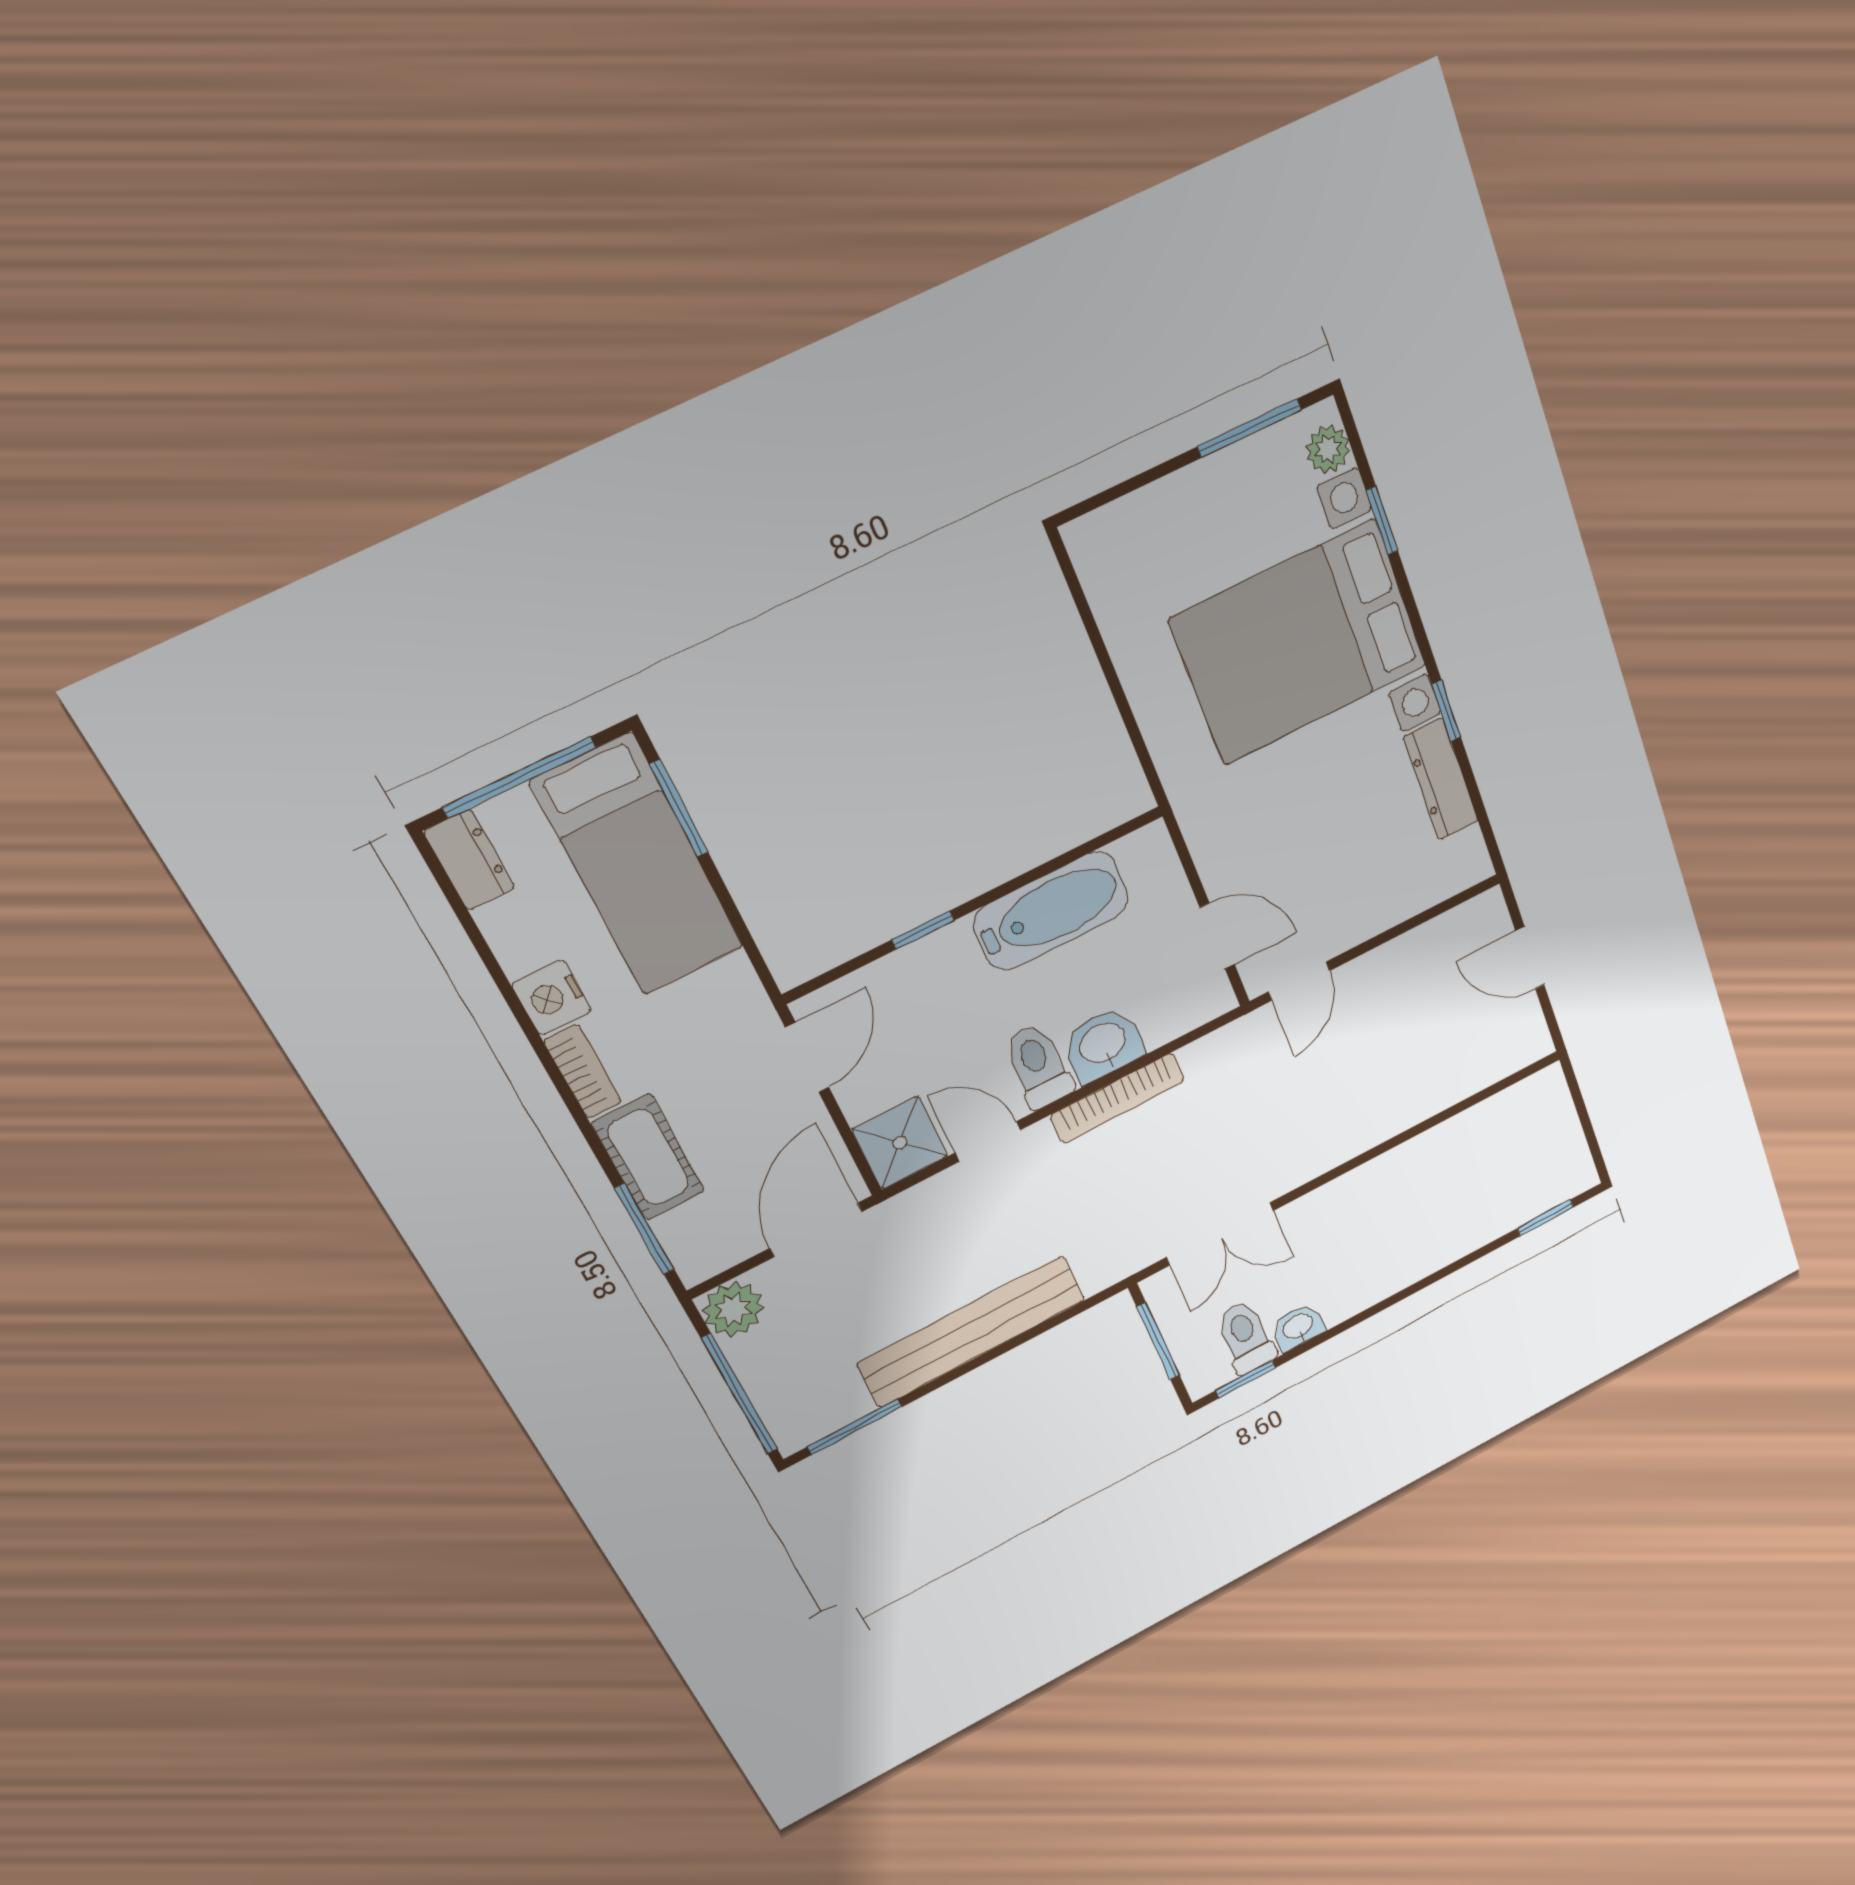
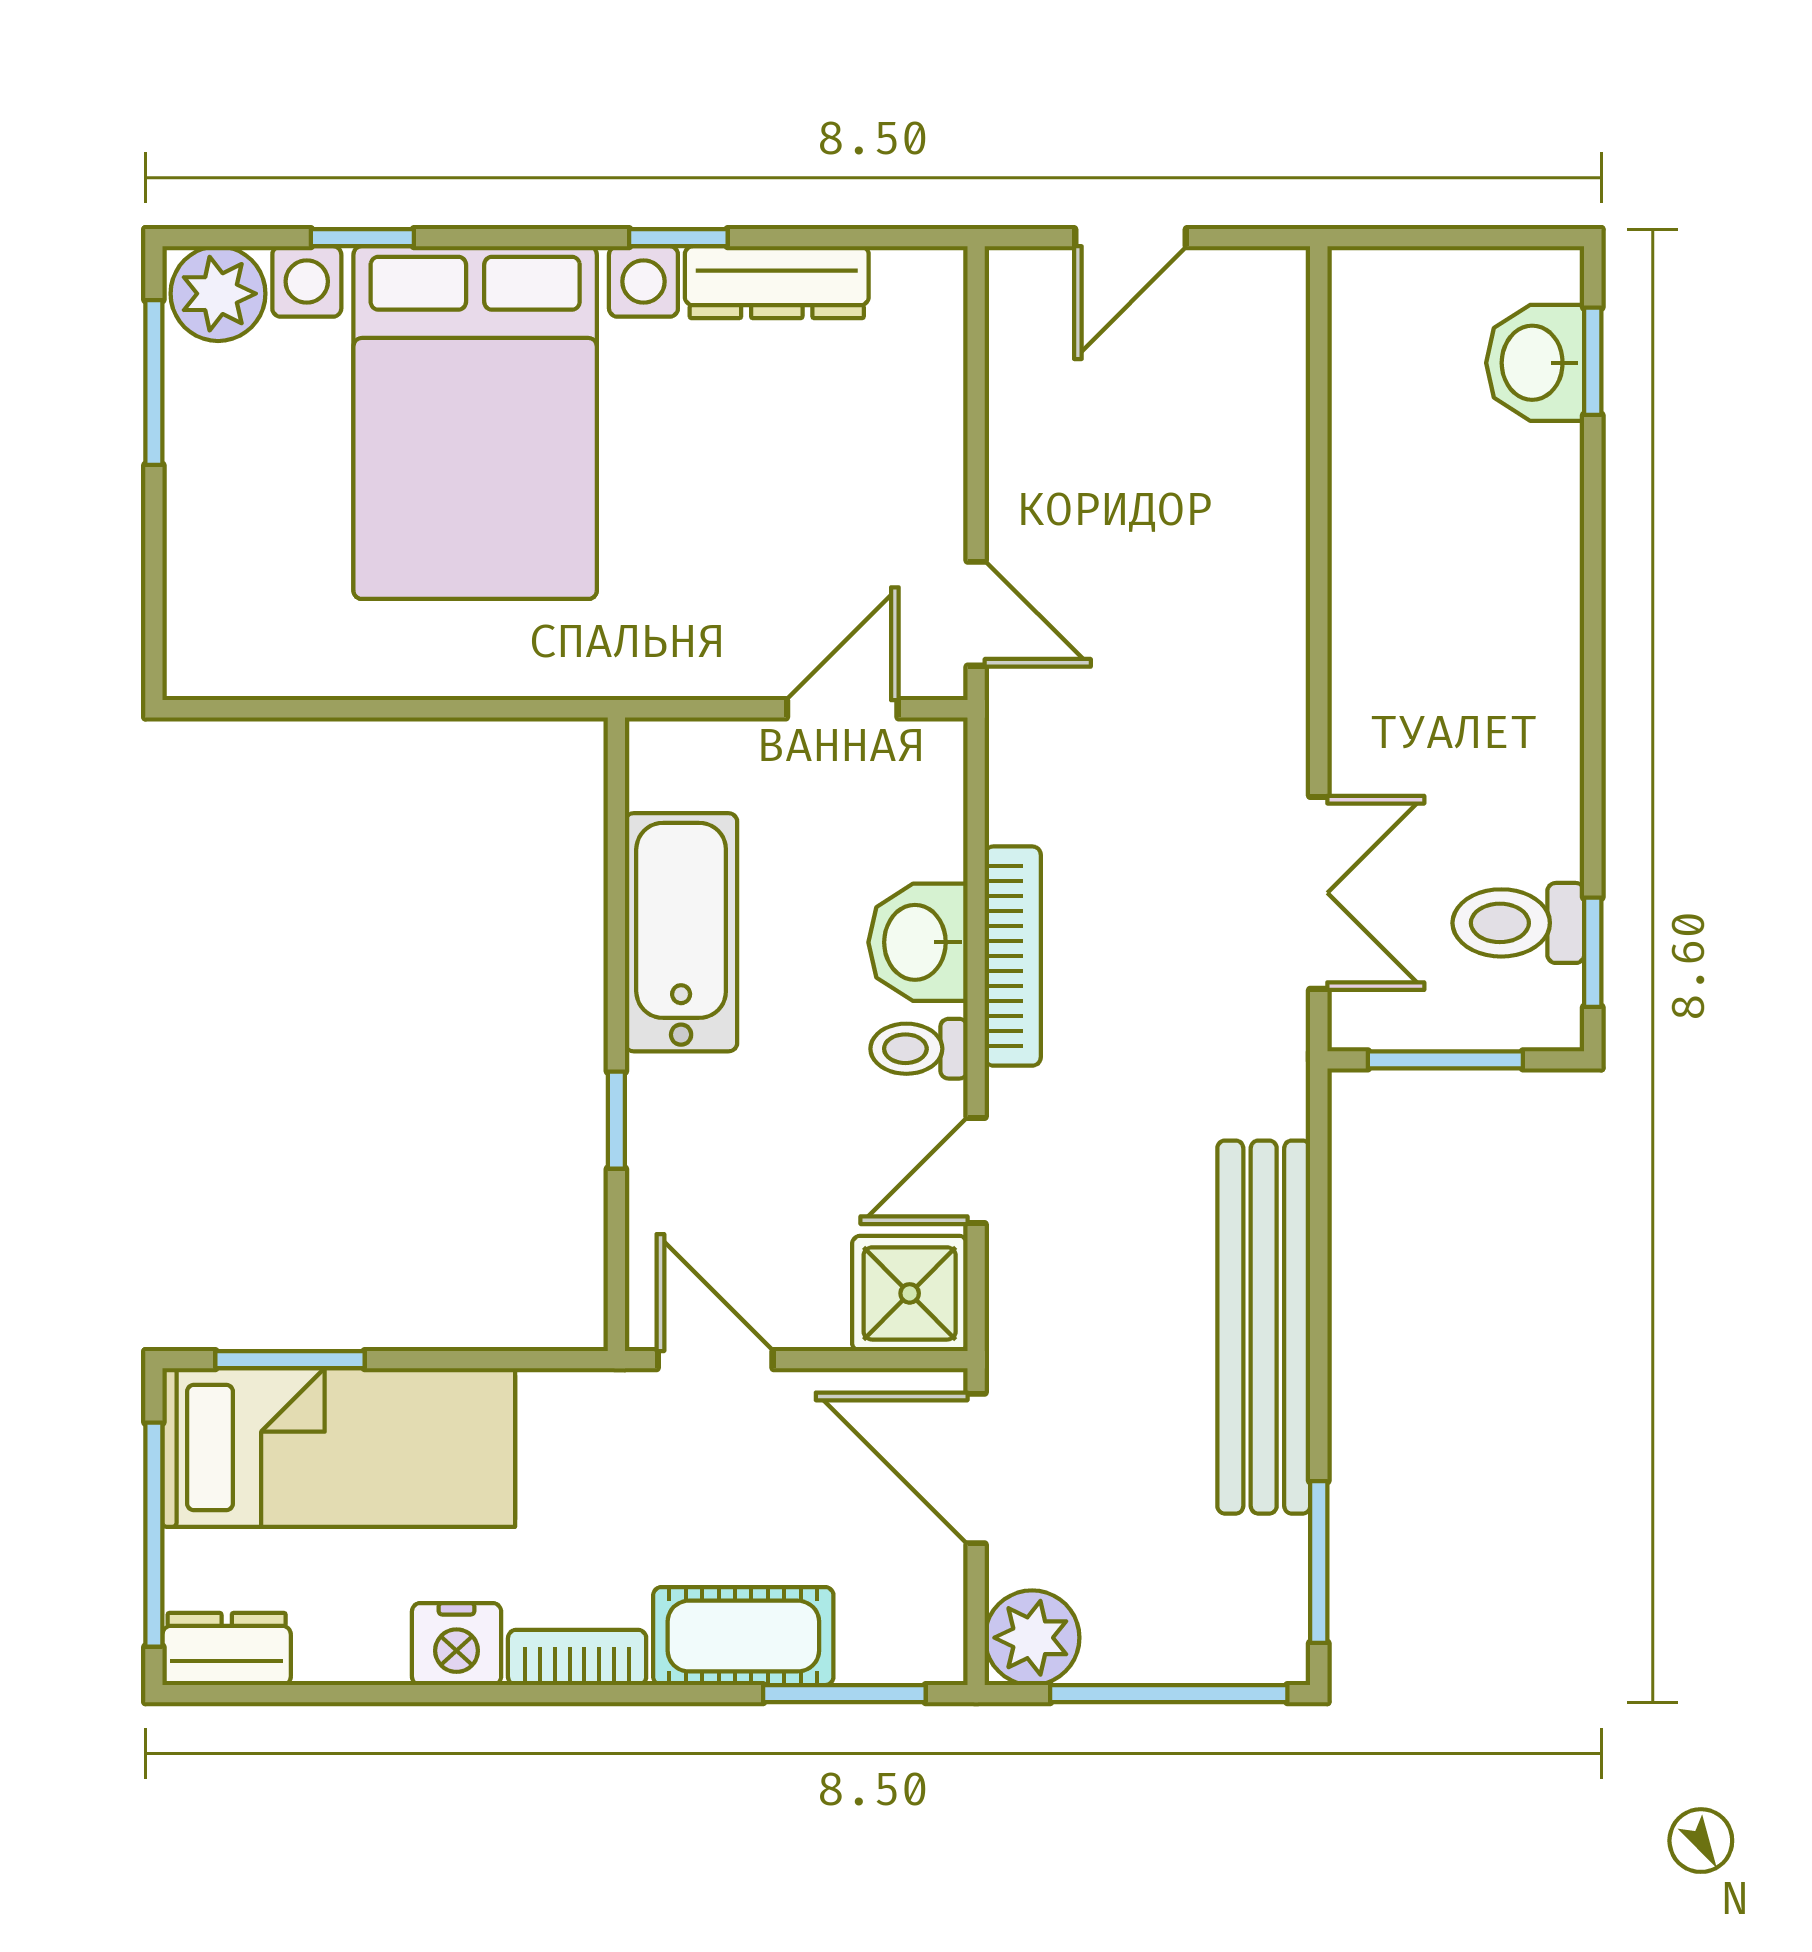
plant: (1328, 449) -> (218, 294), width x1.38, depth x1.38
toilet: (1038, 1066) -> (919, 1049), width x0.73, depth x0.72
washbasin: (1298, 1327) -> (1535, 363), moved, width x1.38, depth x1.45

